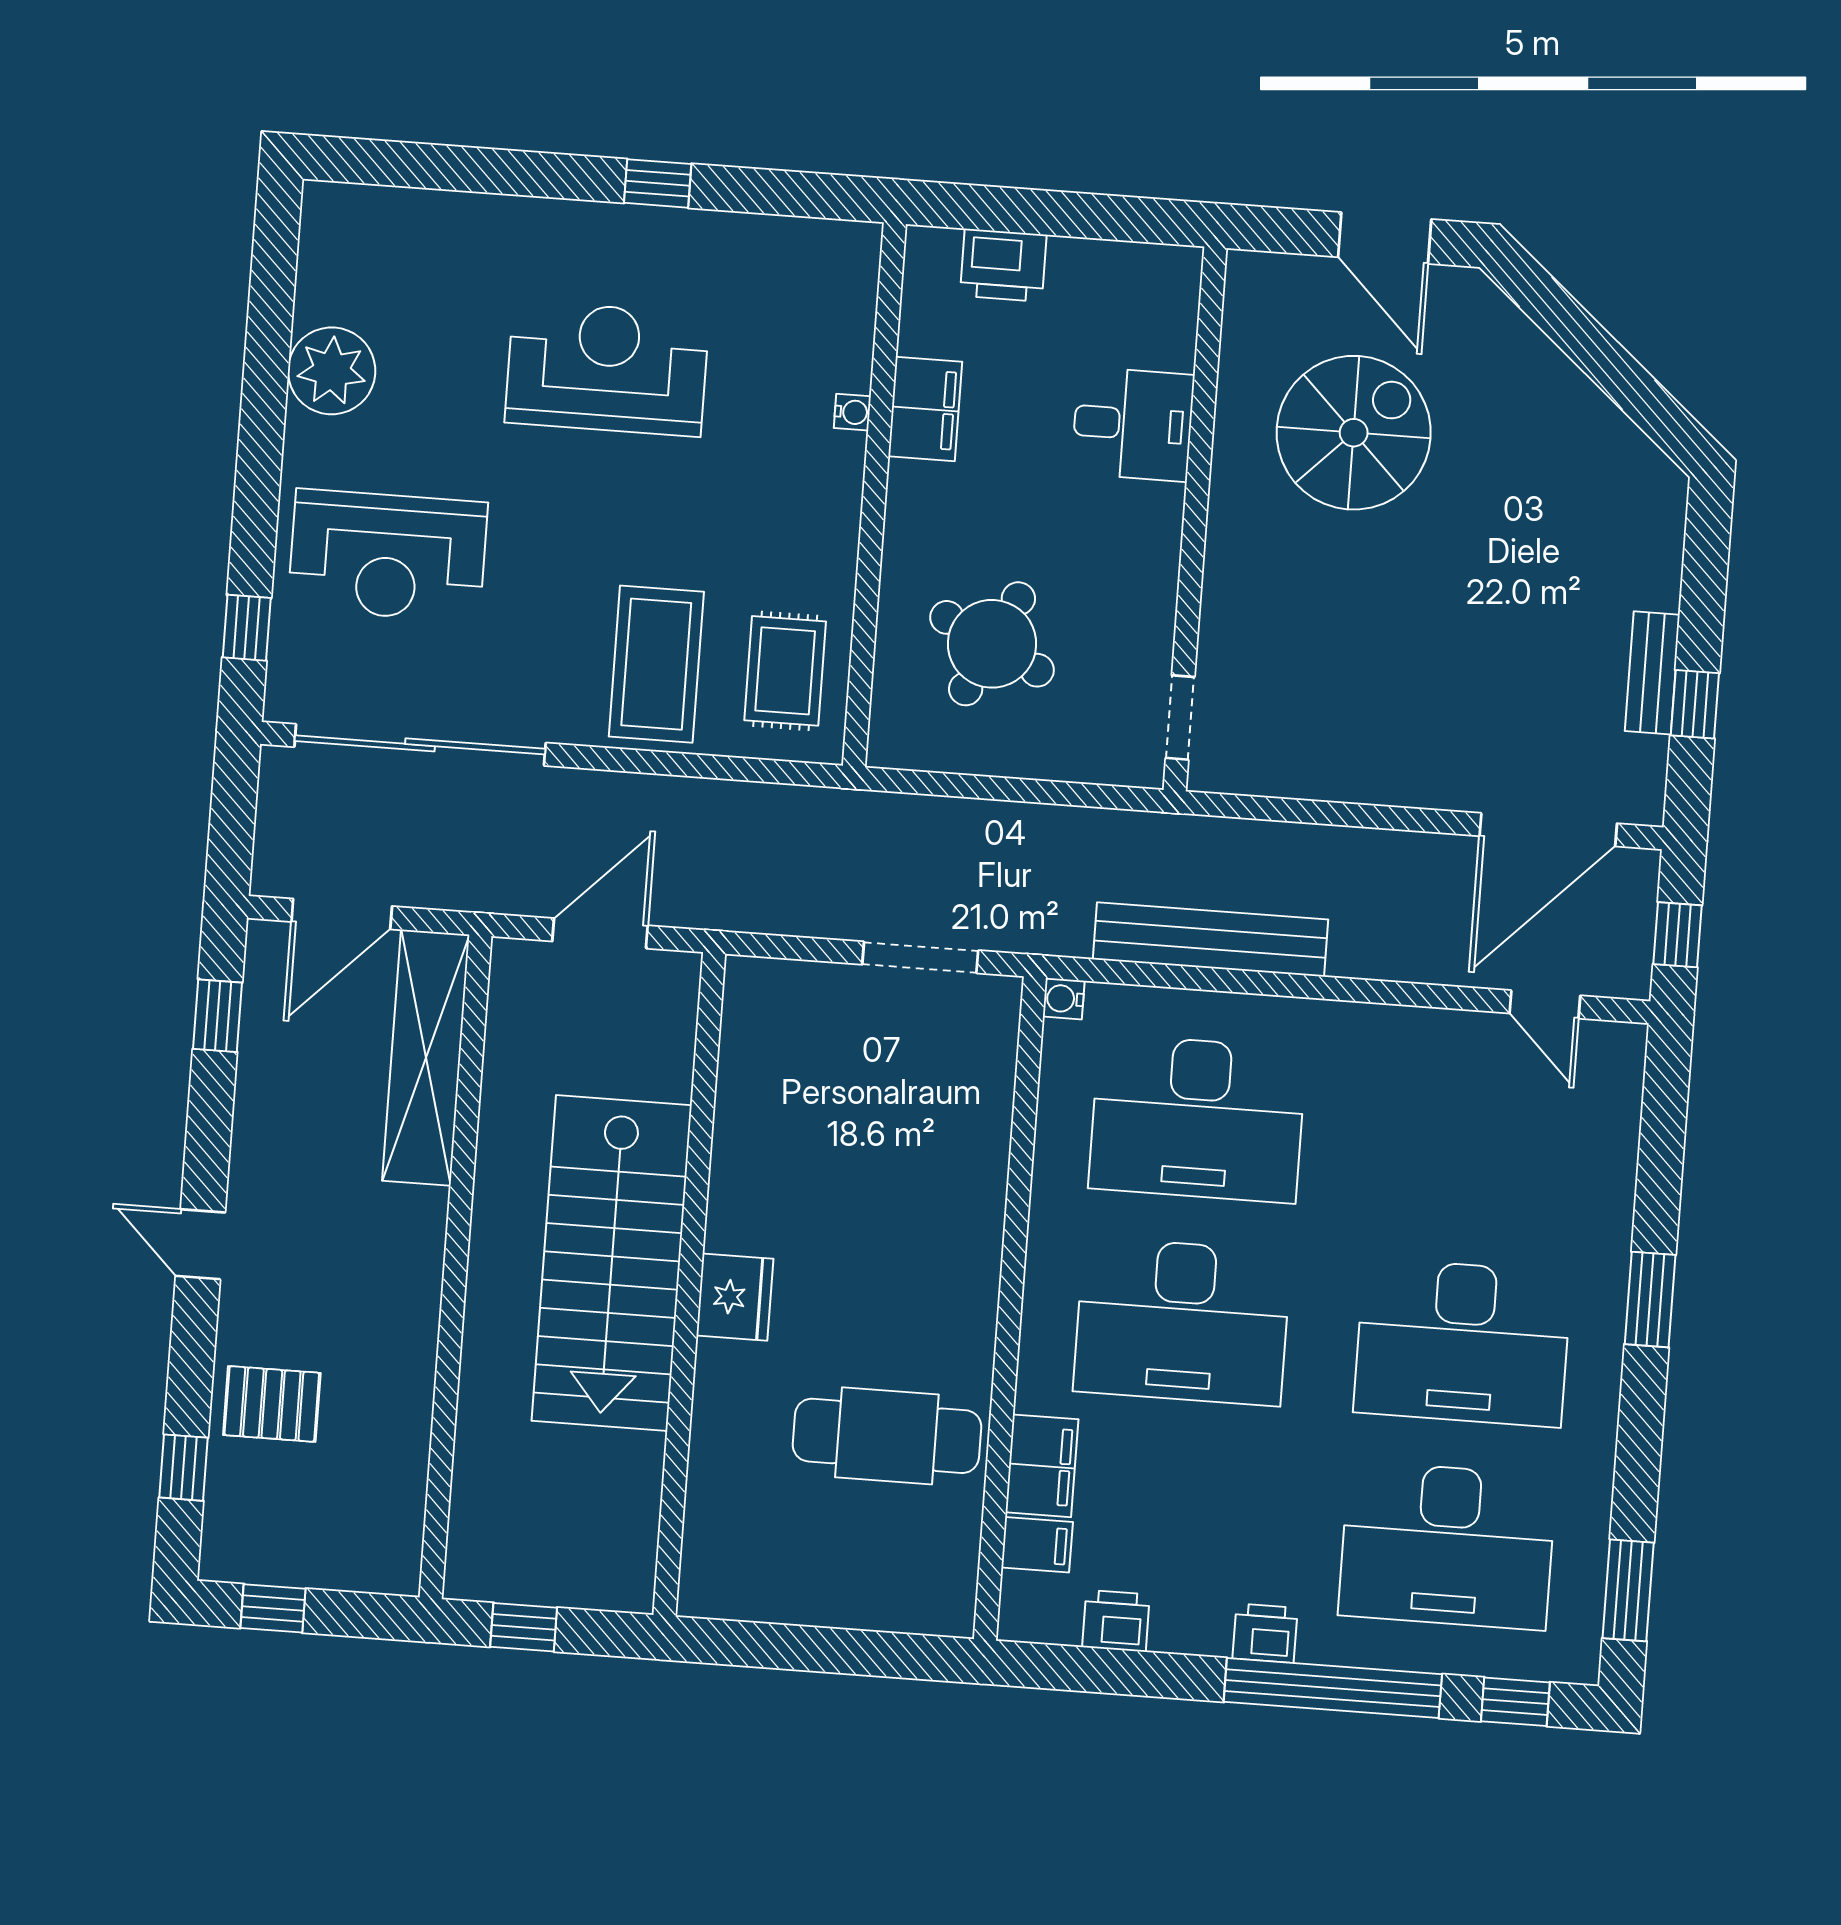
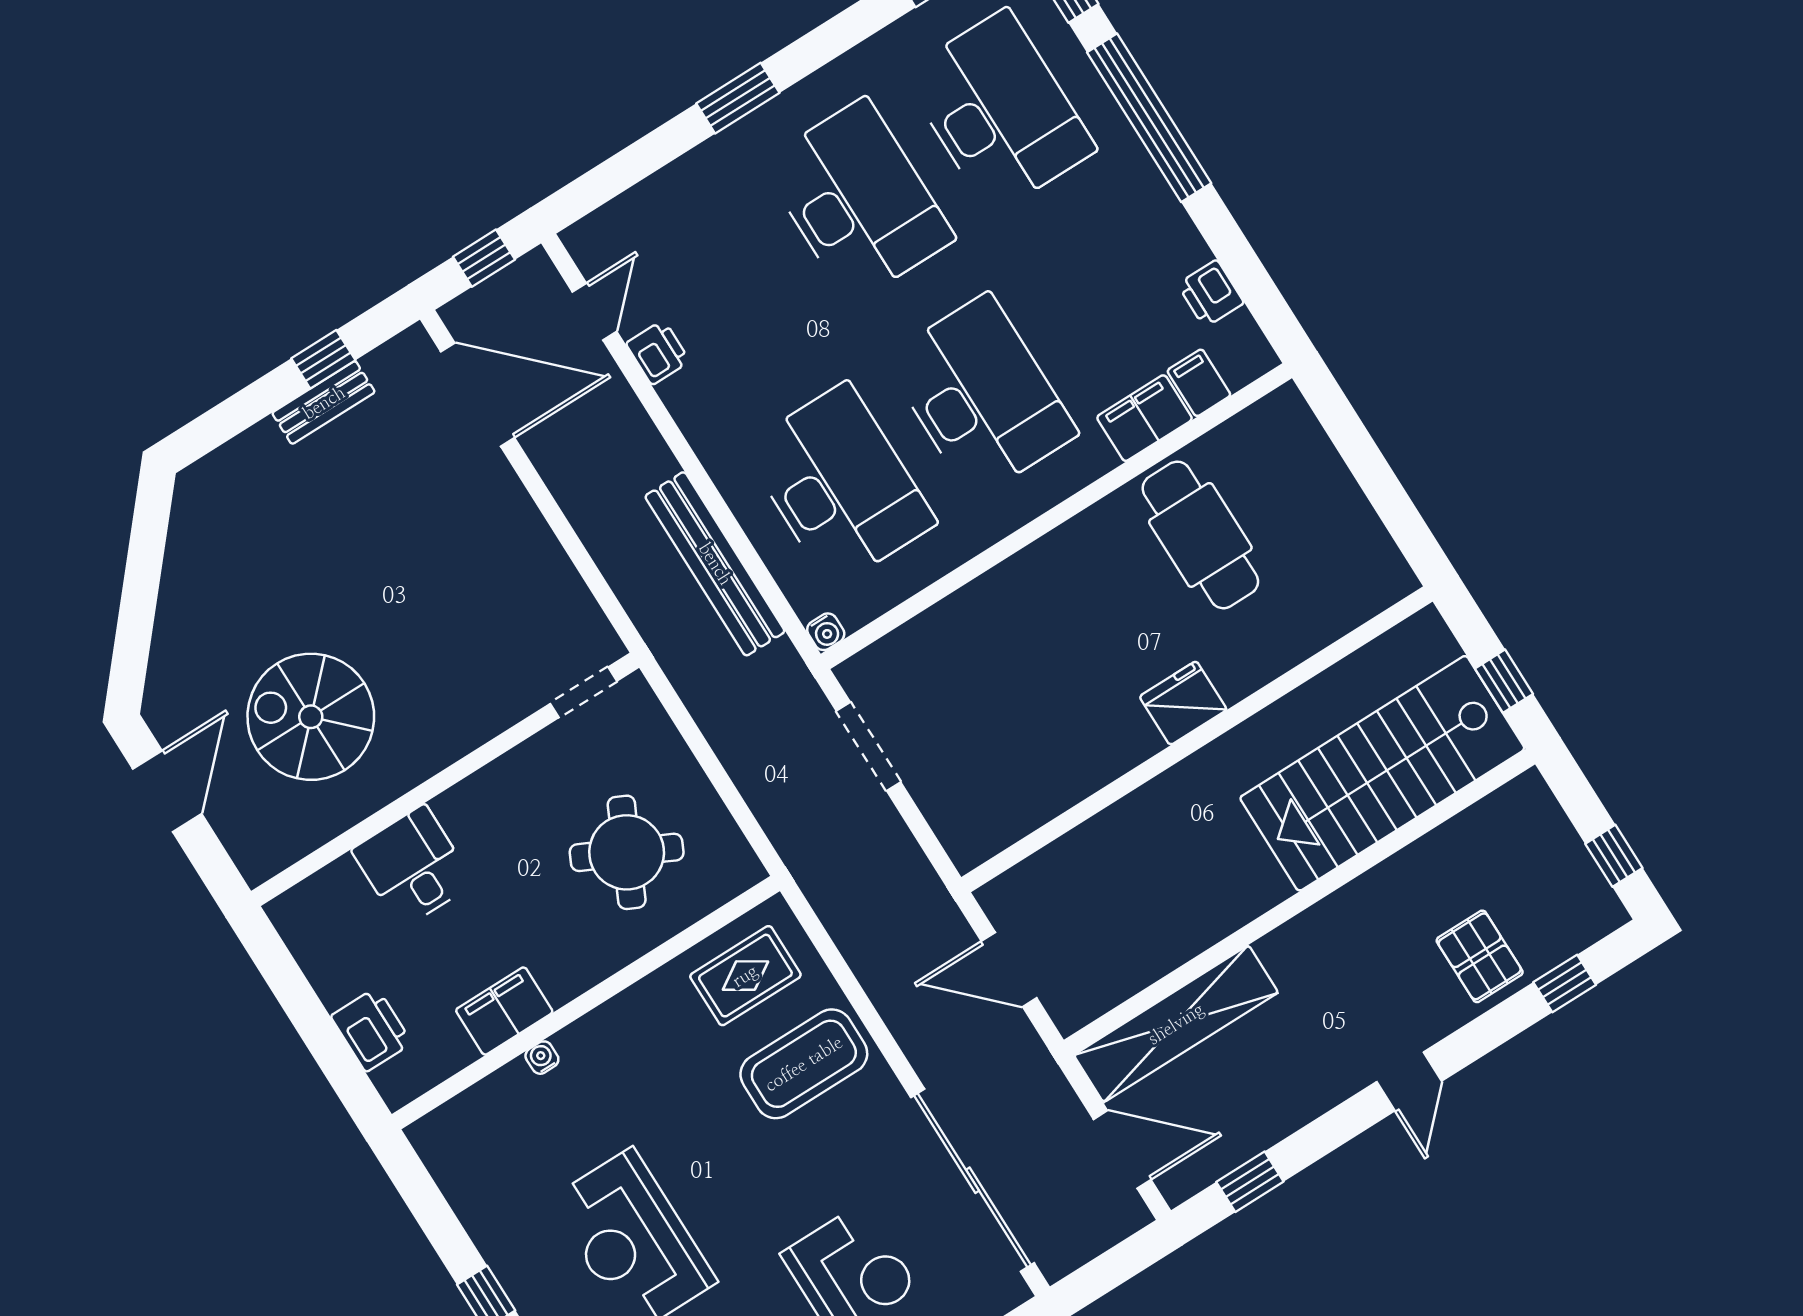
stairs: (612, 1263) -> (1382, 773), moved, turned 180
printer: (1265, 1633) -> (658, 352), moved, turned 180

